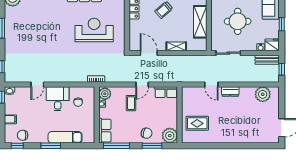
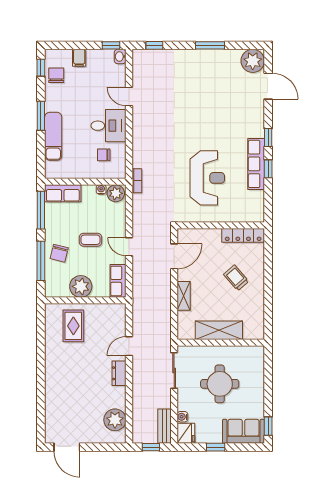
coffee table: (131, 103) -> (90, 240), moved
plant: (170, 136) -> (81, 286), moved
window: (152, 146) -> (41, 261), width x1.44

